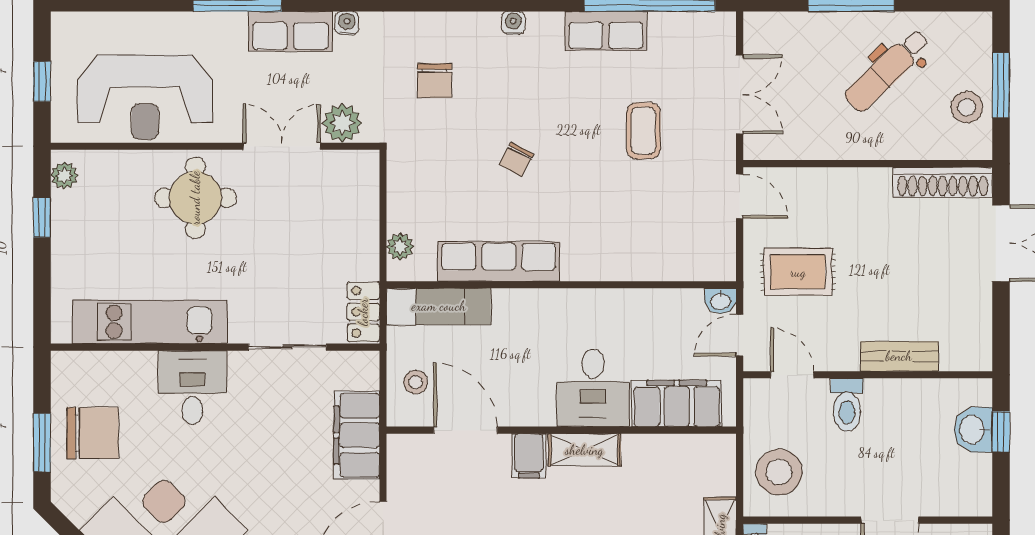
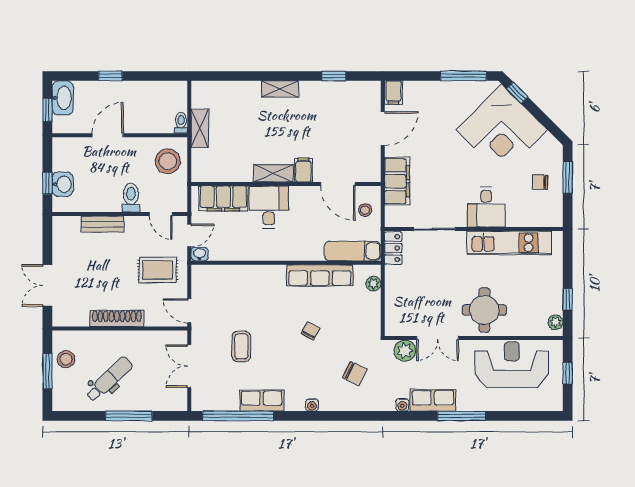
chair: (435, 81) -> (355, 374), turned 116
shoe rack: (943, 182) -> (117, 318), moved
chair: (93, 433) -> (540, 182), width x0.54, depth x0.54

